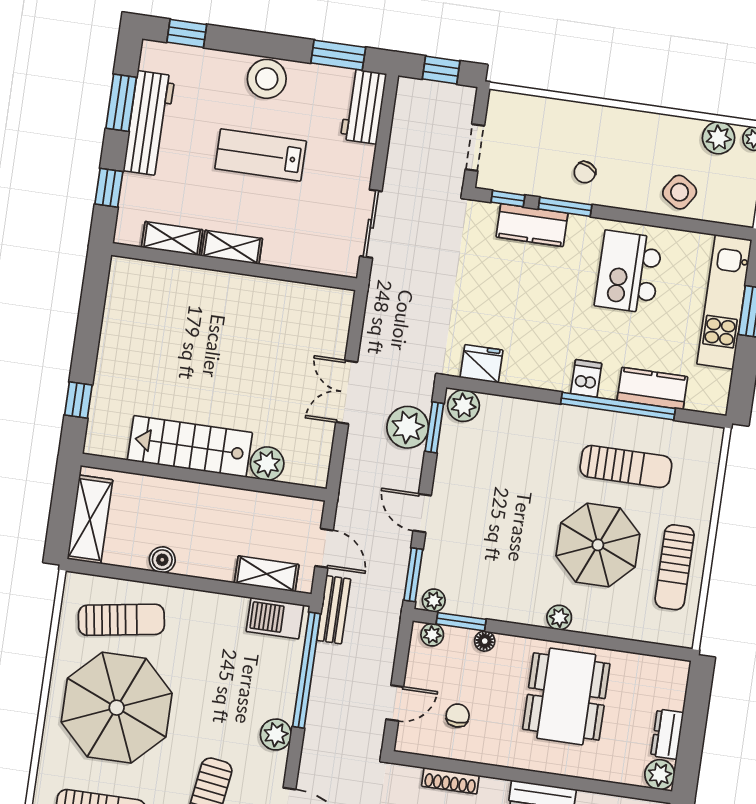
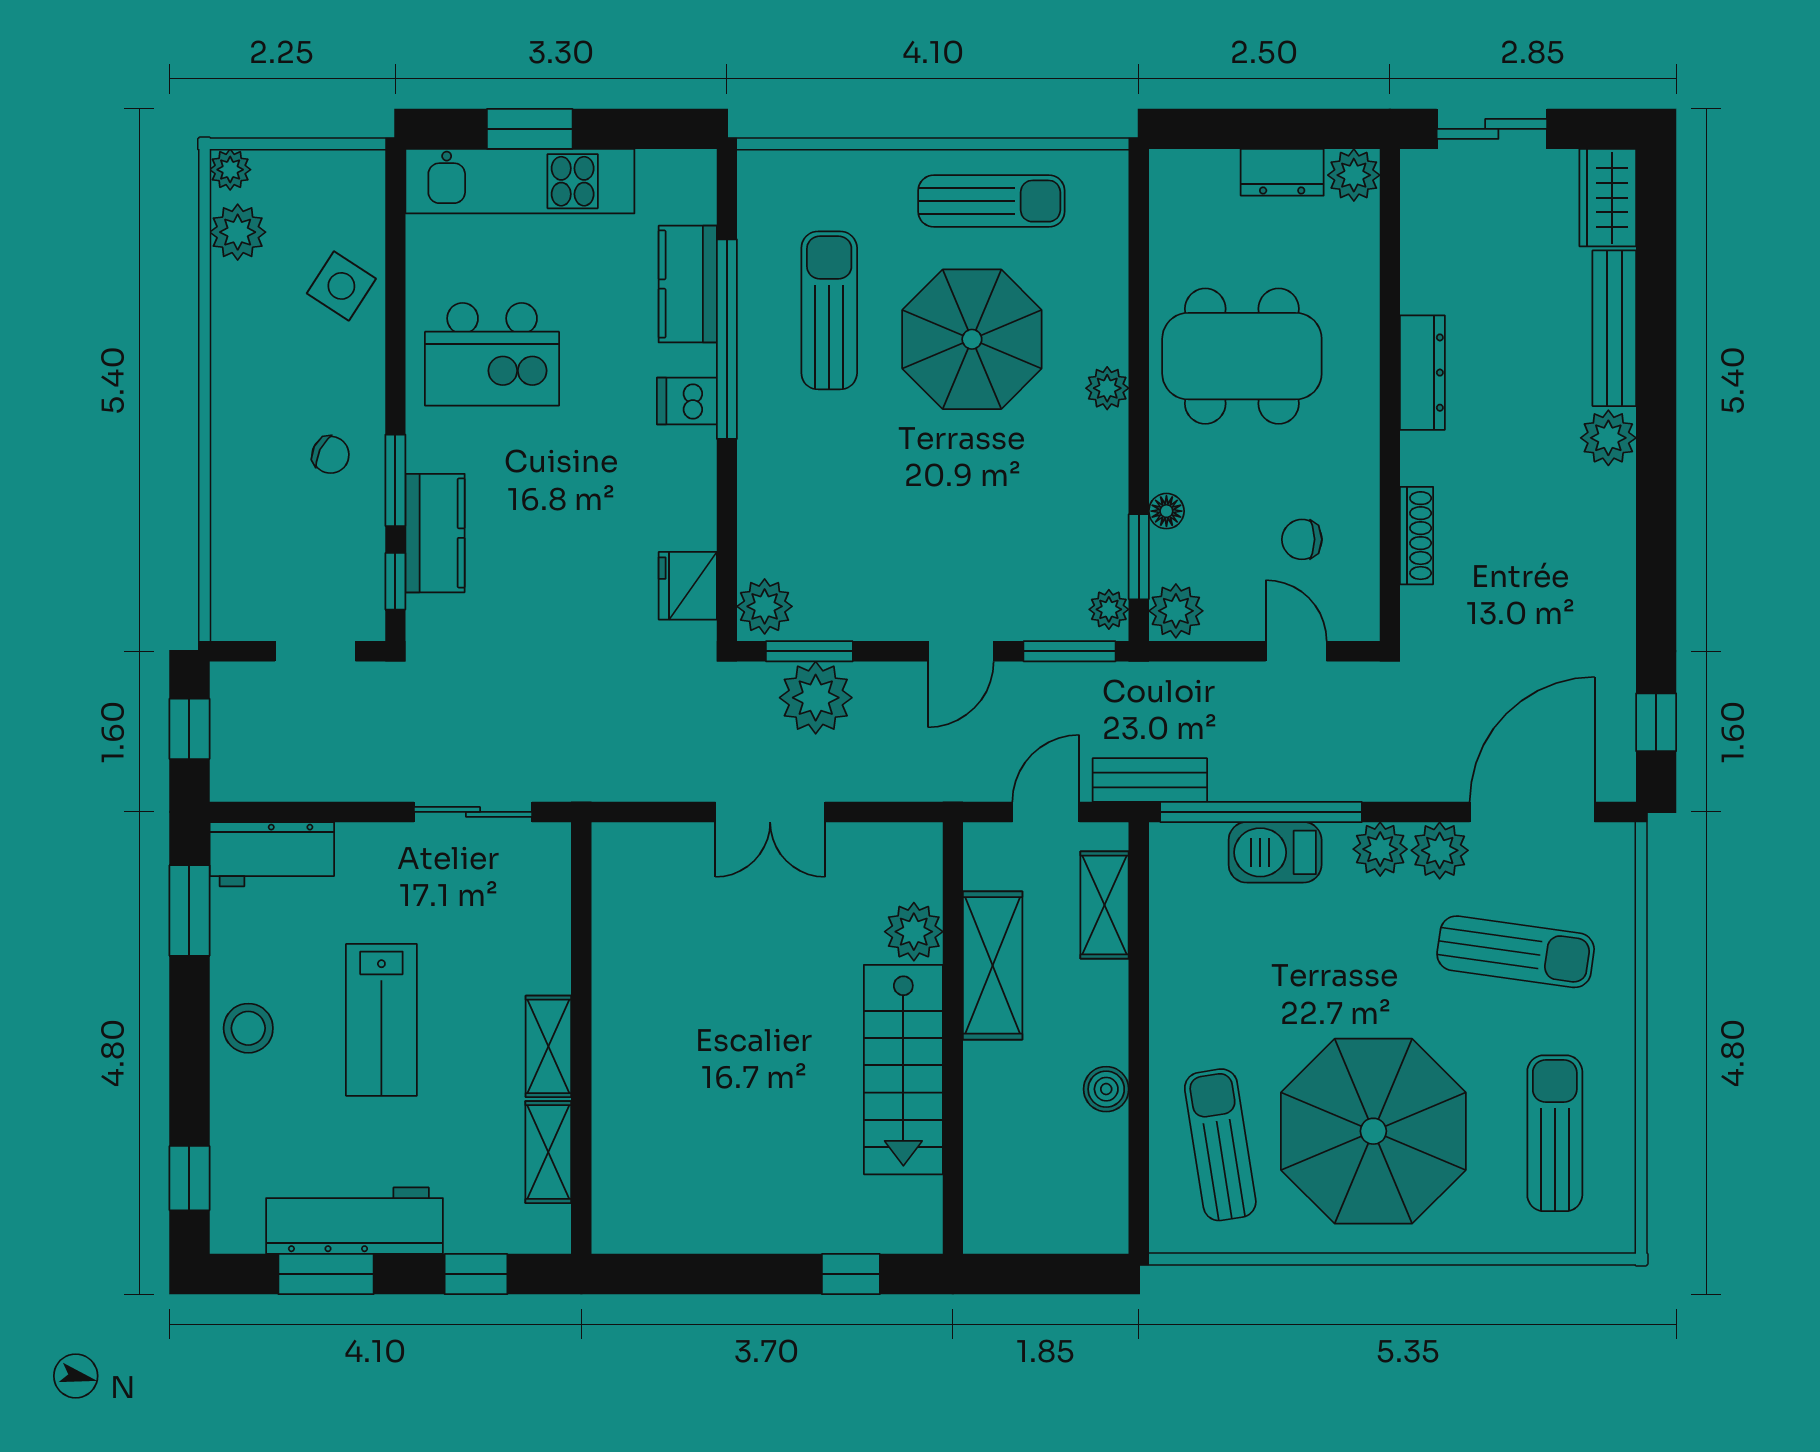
stool: (267, 79) -> (248, 1028), width x0.73, depth x0.73
shelving: (90, 519) -> (993, 965), moved, turned 90
barbecue: (275, 618) -> (1275, 852), moved, turned 90
plant: (432, 635) -> (1176, 611), width x1.38, depth x1.38
plant: (270, 768) -> (1440, 850), added

